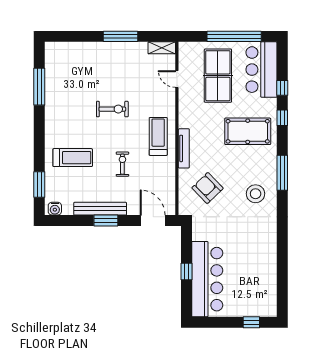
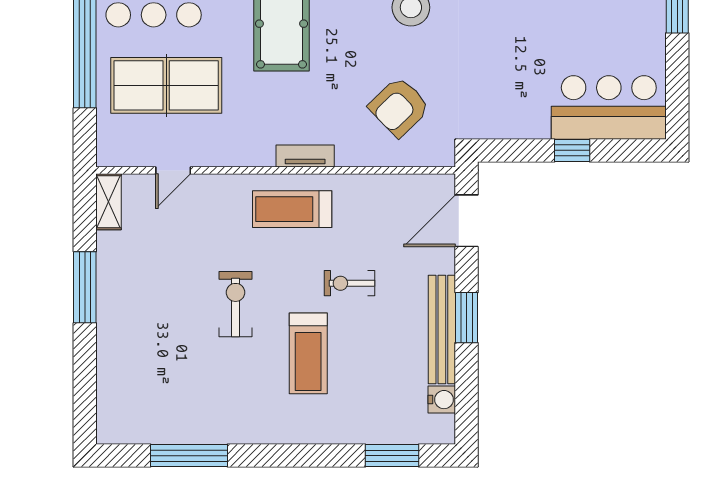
tv unit: (184, 148) -> (305, 156), width x0.71
treadmill: (73, 158) -> (308, 353), moved, turned 180
water cooler: (55, 209) -> (442, 400), moved
bar counter: (207, 279) -> (609, 107), width x0.73

